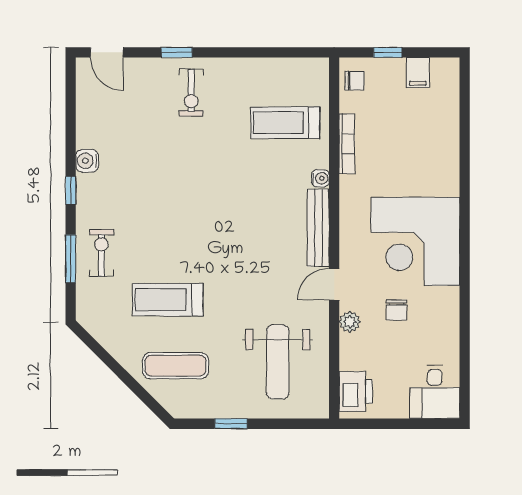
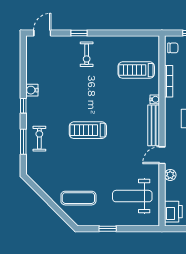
door: (107, 52) -> (42, 33), swing flipped
treadmill: (168, 300) -> (88, 130), moved
weight bench: (278, 362) -> (132, 196), turned 90

